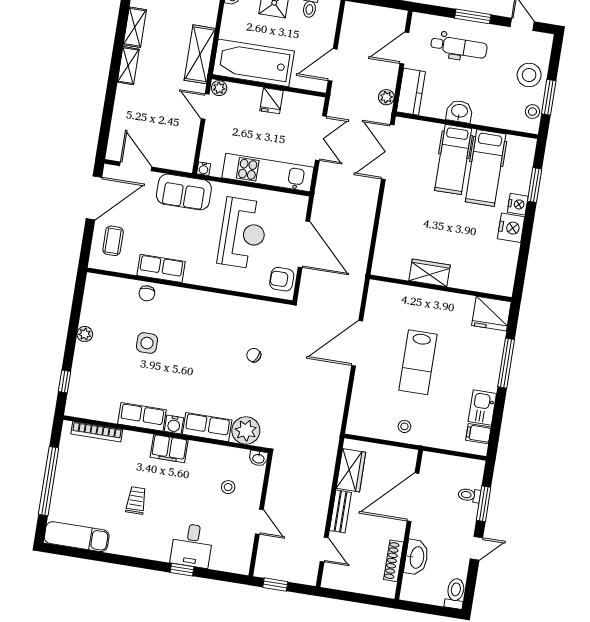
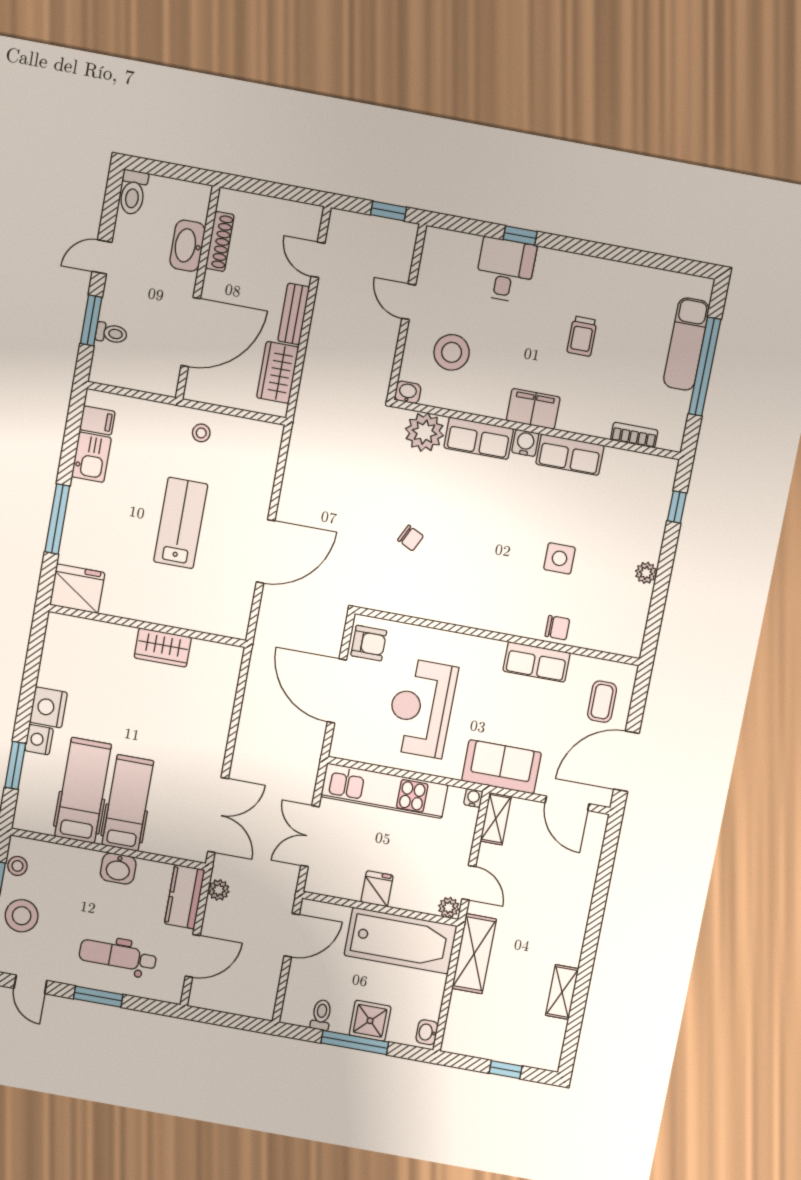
shelving: (128, 66) -> (496, 819), moved
chair: (147, 293) -> (557, 628), turned 90
bookcase: (97, 432) -> (634, 435), width x0.64
stool: (228, 487) -> (452, 352), width x1.89, depth x1.89
exam couch: (77, 537) -> (686, 344), moved, turned 90

